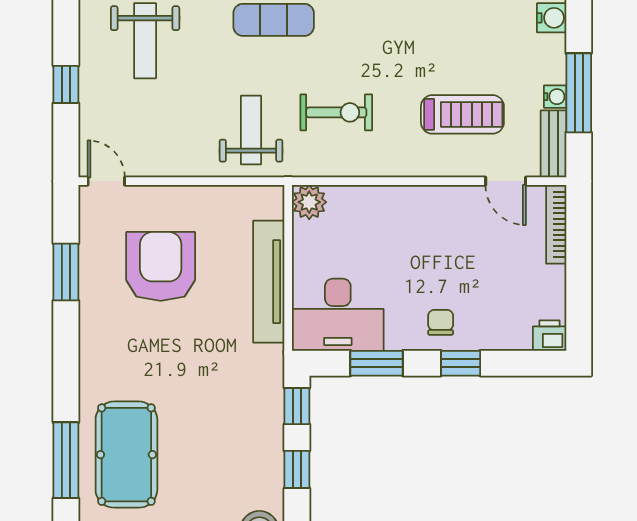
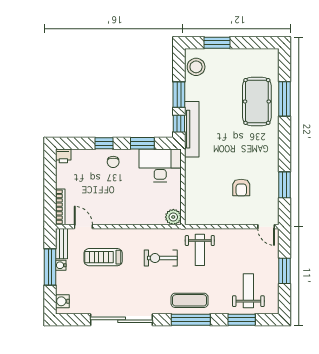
window: (66, 84) -> (285, 271), width x1.50
armchair: (161, 266) -> (241, 188), width x0.53, depth x0.53
tv unit: (269, 282) -> (192, 129), moved
window: (297, 469) -> (179, 95), width x1.50

